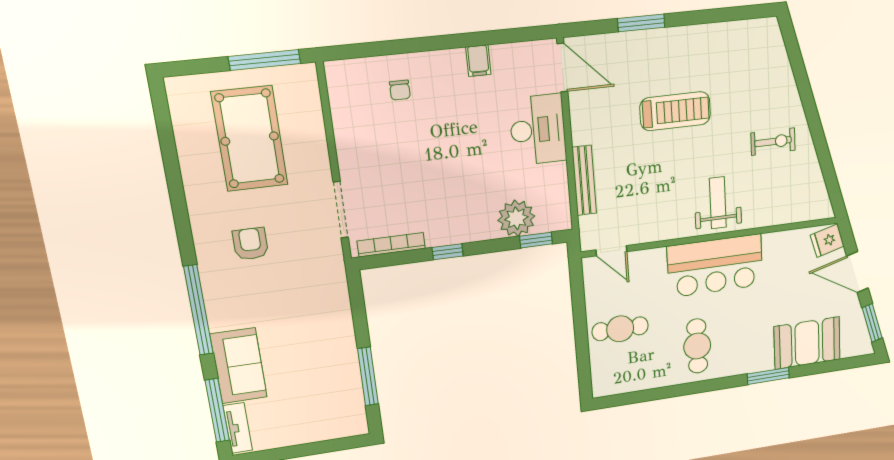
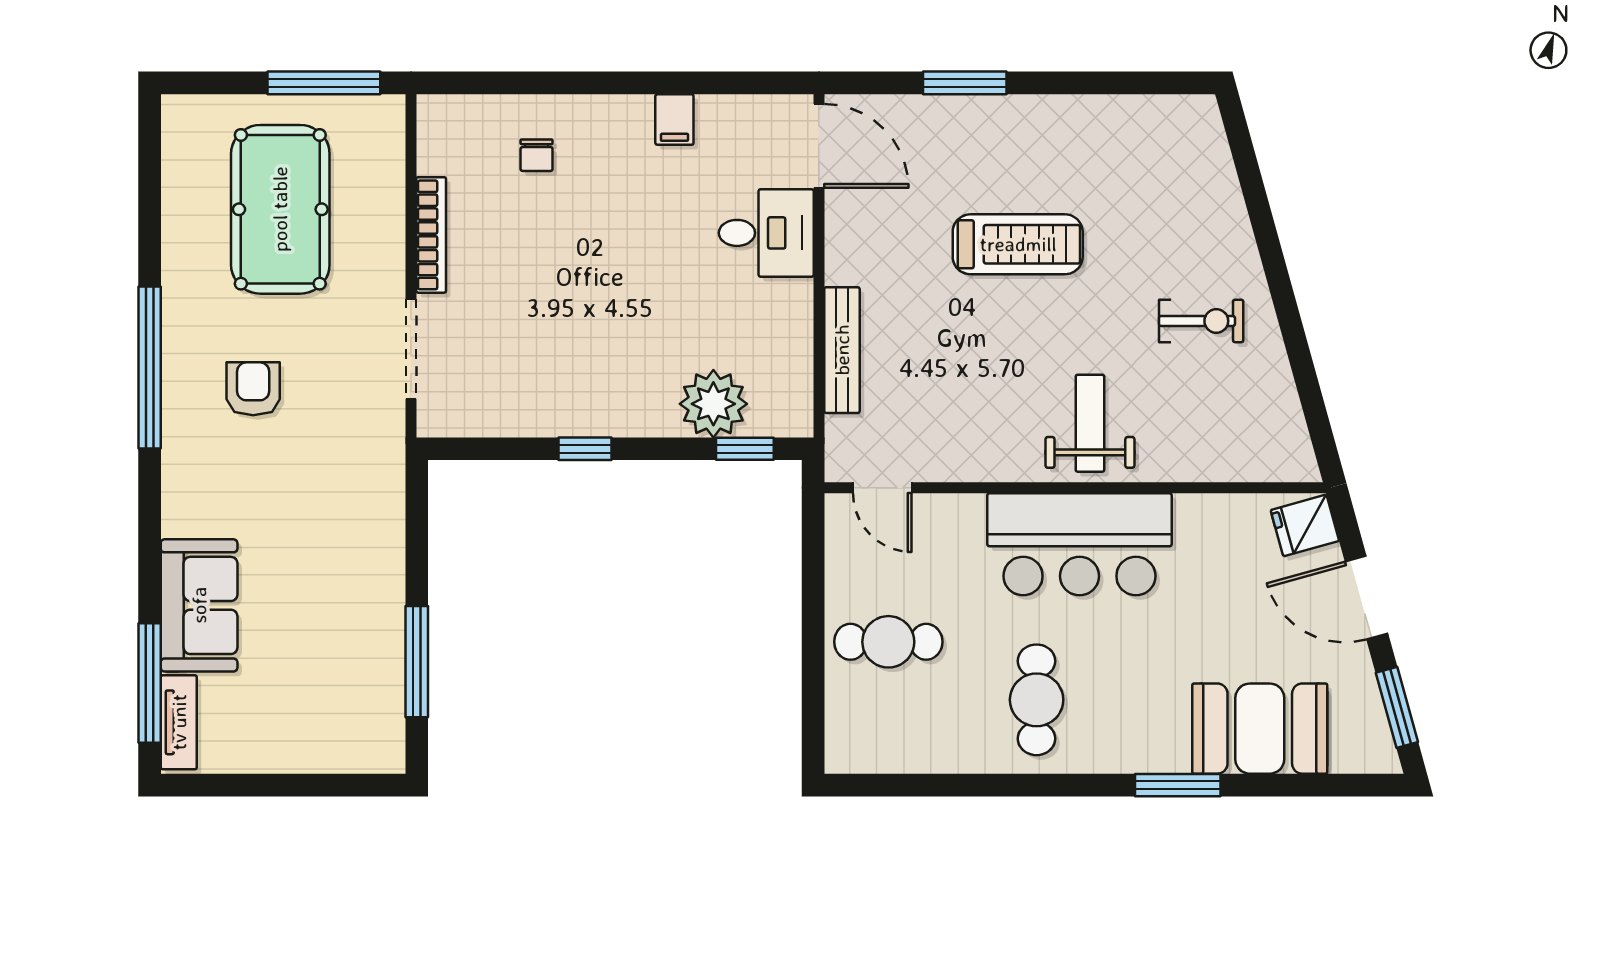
desk: (538, 130) -> (766, 233), width x0.73
bookcase: (391, 245) -> (431, 235), moved, turned 90
window: (198, 310) -> (150, 367), moved

